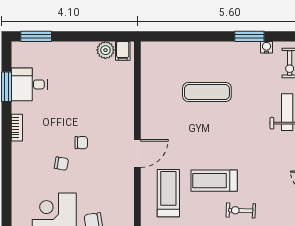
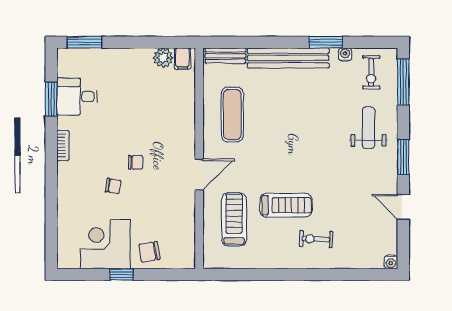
bench: (161, 48) -> (225, 56), added
bench: (216, 50) -> (288, 58), added
exercise mat: (207, 92) -> (232, 115), moved, turned 90
treadmill: (214, 181) -> (286, 205), turned 180

